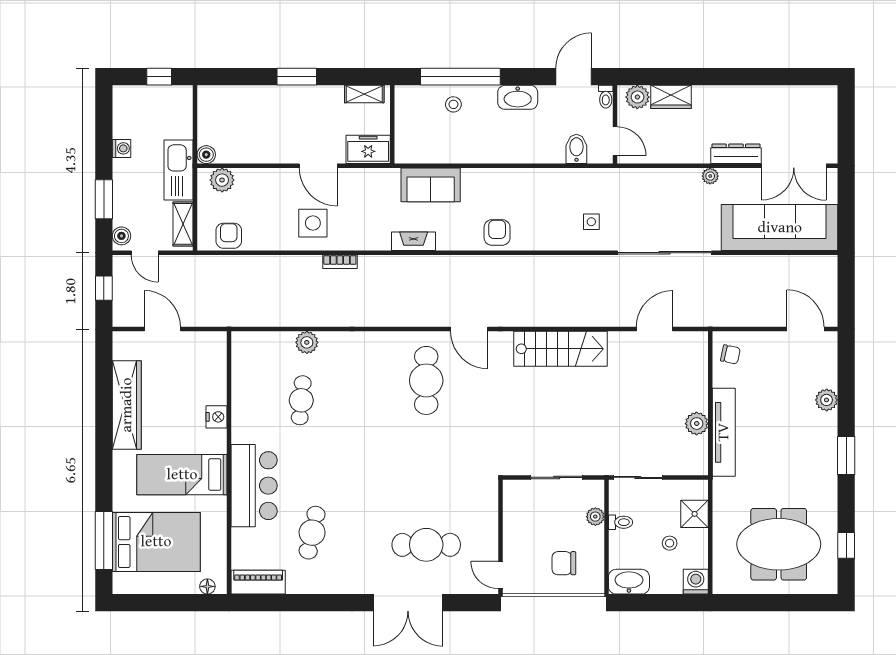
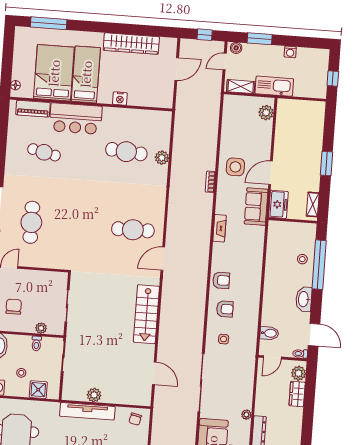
boiler: (206, 155) -> (283, 104), removed
sofa: (431, 185) -> (256, 207), moved
armchair: (229, 236) -> (225, 309), moved
cafe table: (301, 400) -> (126, 152), width x1.37, depth x1.35
bed: (156, 542) -> (54, 73), moved, turned 180
piano: (258, 582) -> (33, 109), moved, turned 90

